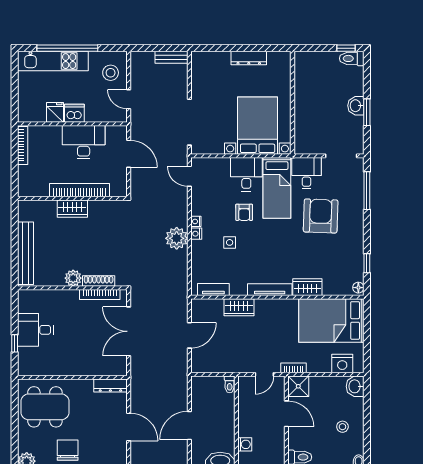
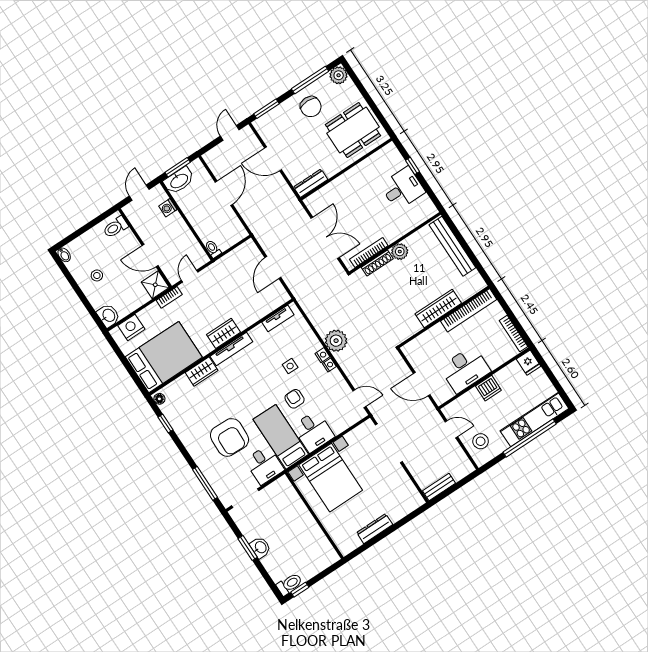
fridge: (55, 112) -> (529, 363), moved
bookcase: (80, 190) -> (469, 310), moved
wardrobe: (72, 209) -> (438, 308), width x1.50
wardrobe: (239, 307) -> (223, 333), moved

